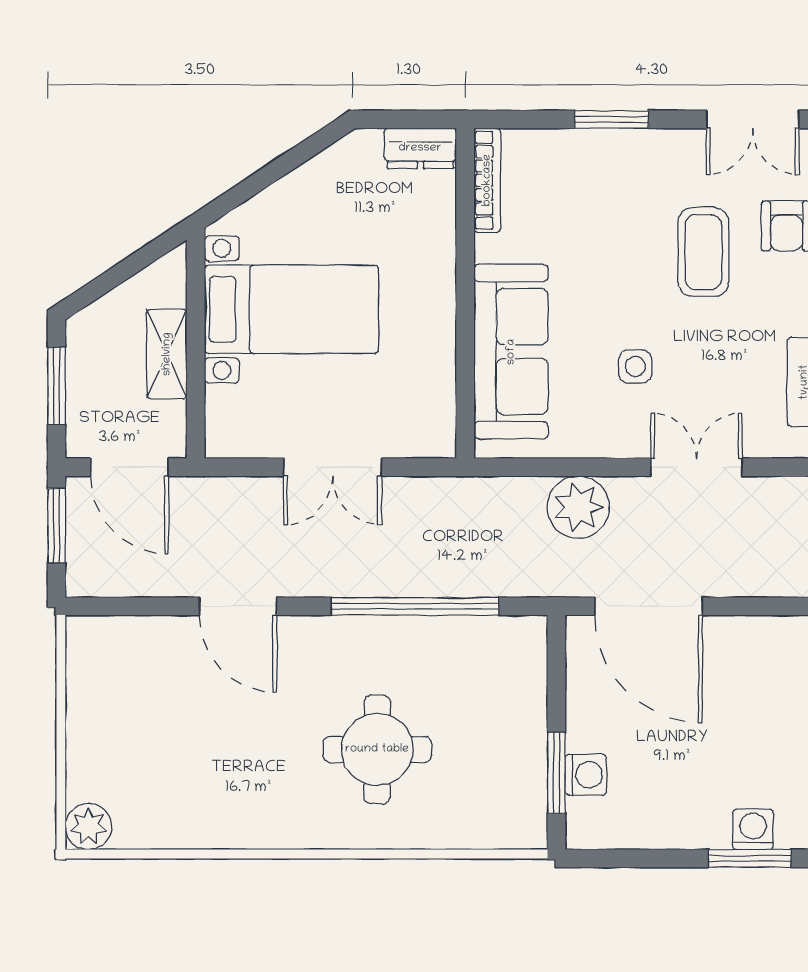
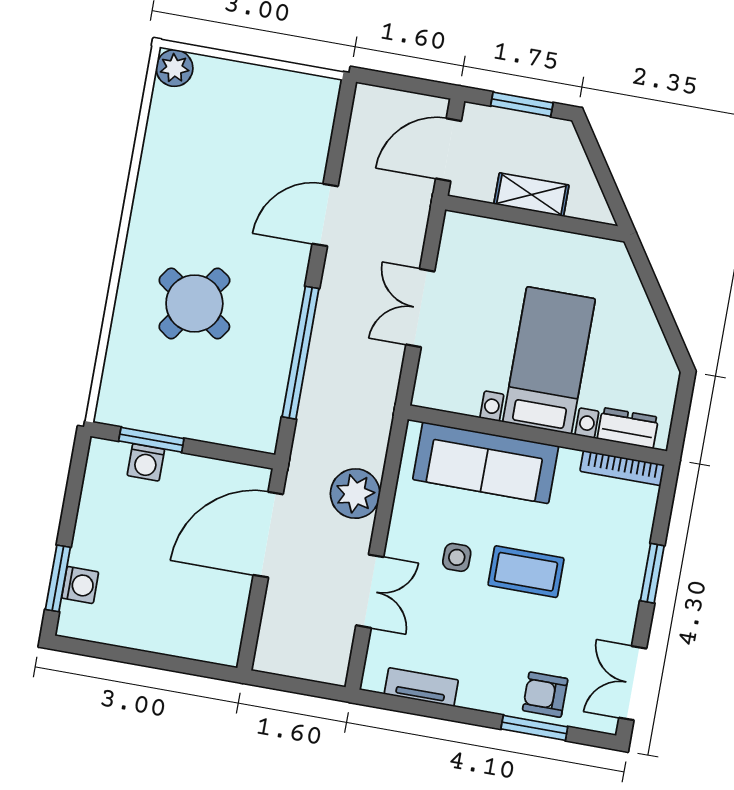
dresser: (420, 148) -> (628, 428), moved, turned 90
coffee table: (703, 252) -> (526, 572), moved
bed with nightstands: (291, 309) -> (549, 360), moved, turned 180
window: (57, 526) -> (413, 85), removed
round table: (377, 749) -> (194, 303), turned 35

